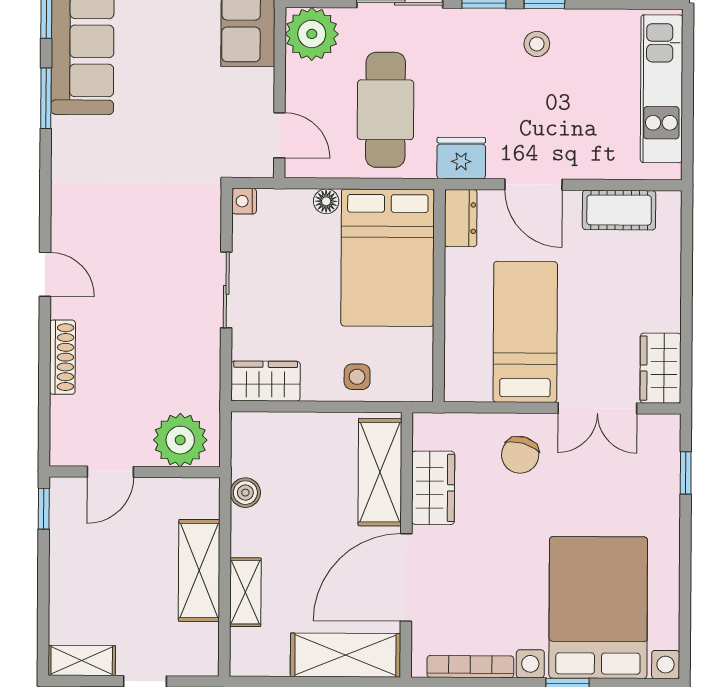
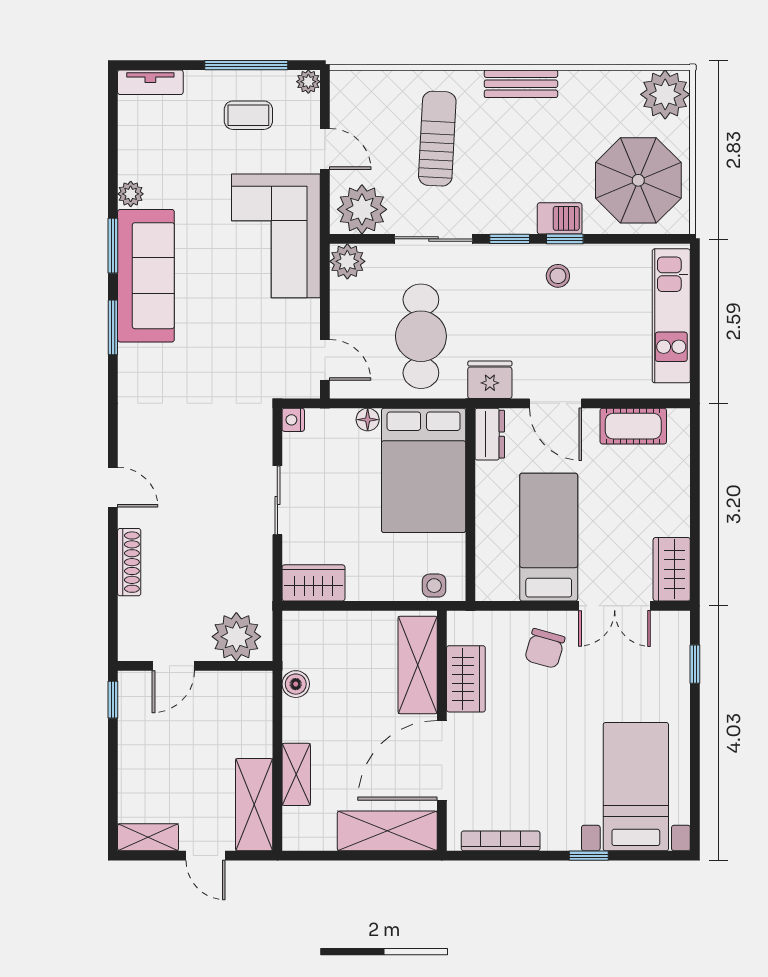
plant: (312, 34) -> (347, 261), width x0.73, depth x0.73
side table: (357, 377) -> (434, 586), moved
shelving: (199, 570) -> (254, 805), moved
bed with nightstands: (598, 608) -> (636, 787), width x0.73

